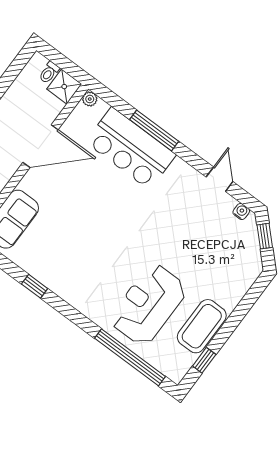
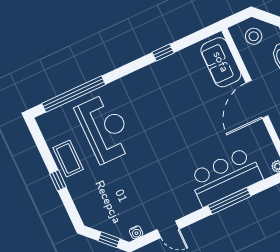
door: (41, 146) -> (257, 99), moved
coffee table: (202, 326) -> (68, 158), width x0.73, depth x0.76
window: (204, 360) -> (58, 180), moved

